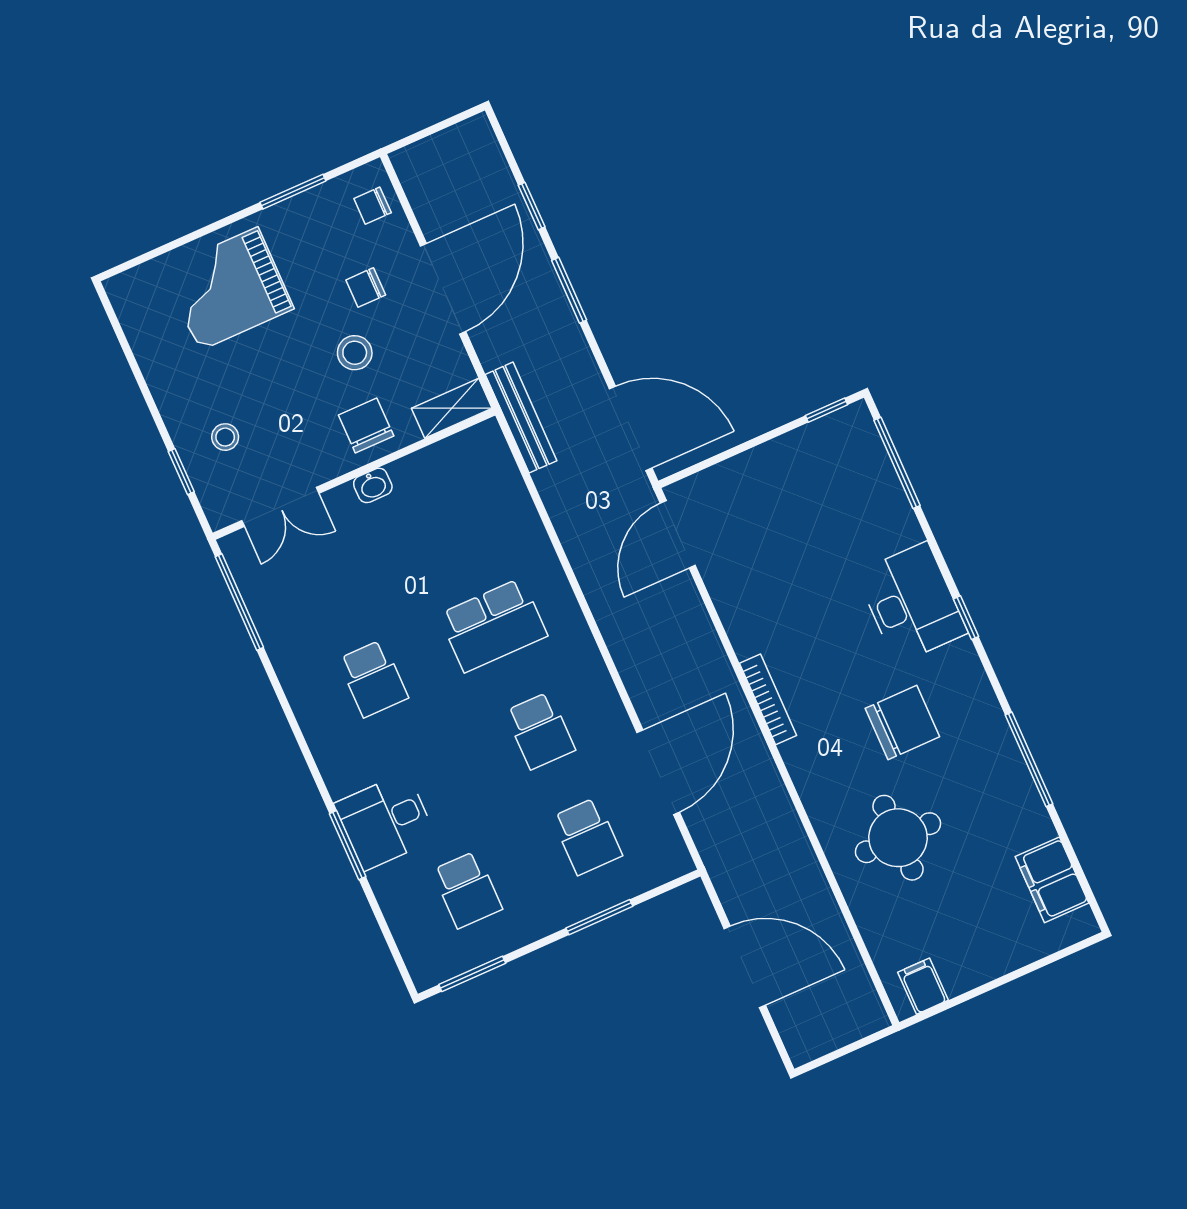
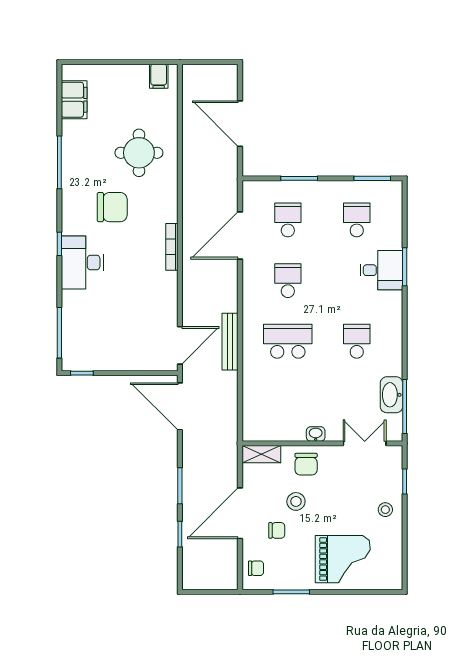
bench: (521, 418) -> (230, 342), moved
stool: (225, 437) -> (385, 510), moved
washbasin: (271, 612) -> (391, 395), added
chair: (902, 723) -> (112, 207), turned 180

